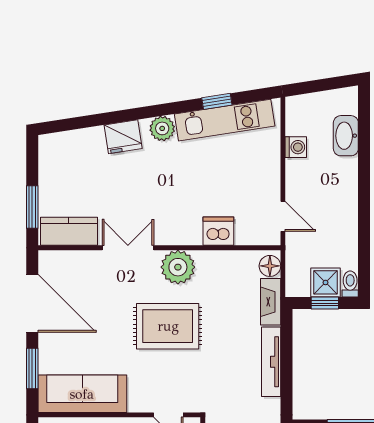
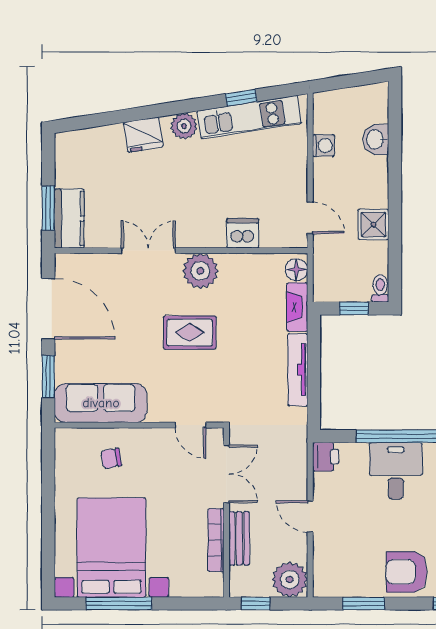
washbasin: (346, 136) -> (376, 139), width x0.72
kitchen counter: (69, 231) -> (69, 219), moved, turned 90
shower: (325, 282) -> (373, 224), moved
rug: (168, 326) -> (190, 333), width x0.73, depth x0.70

